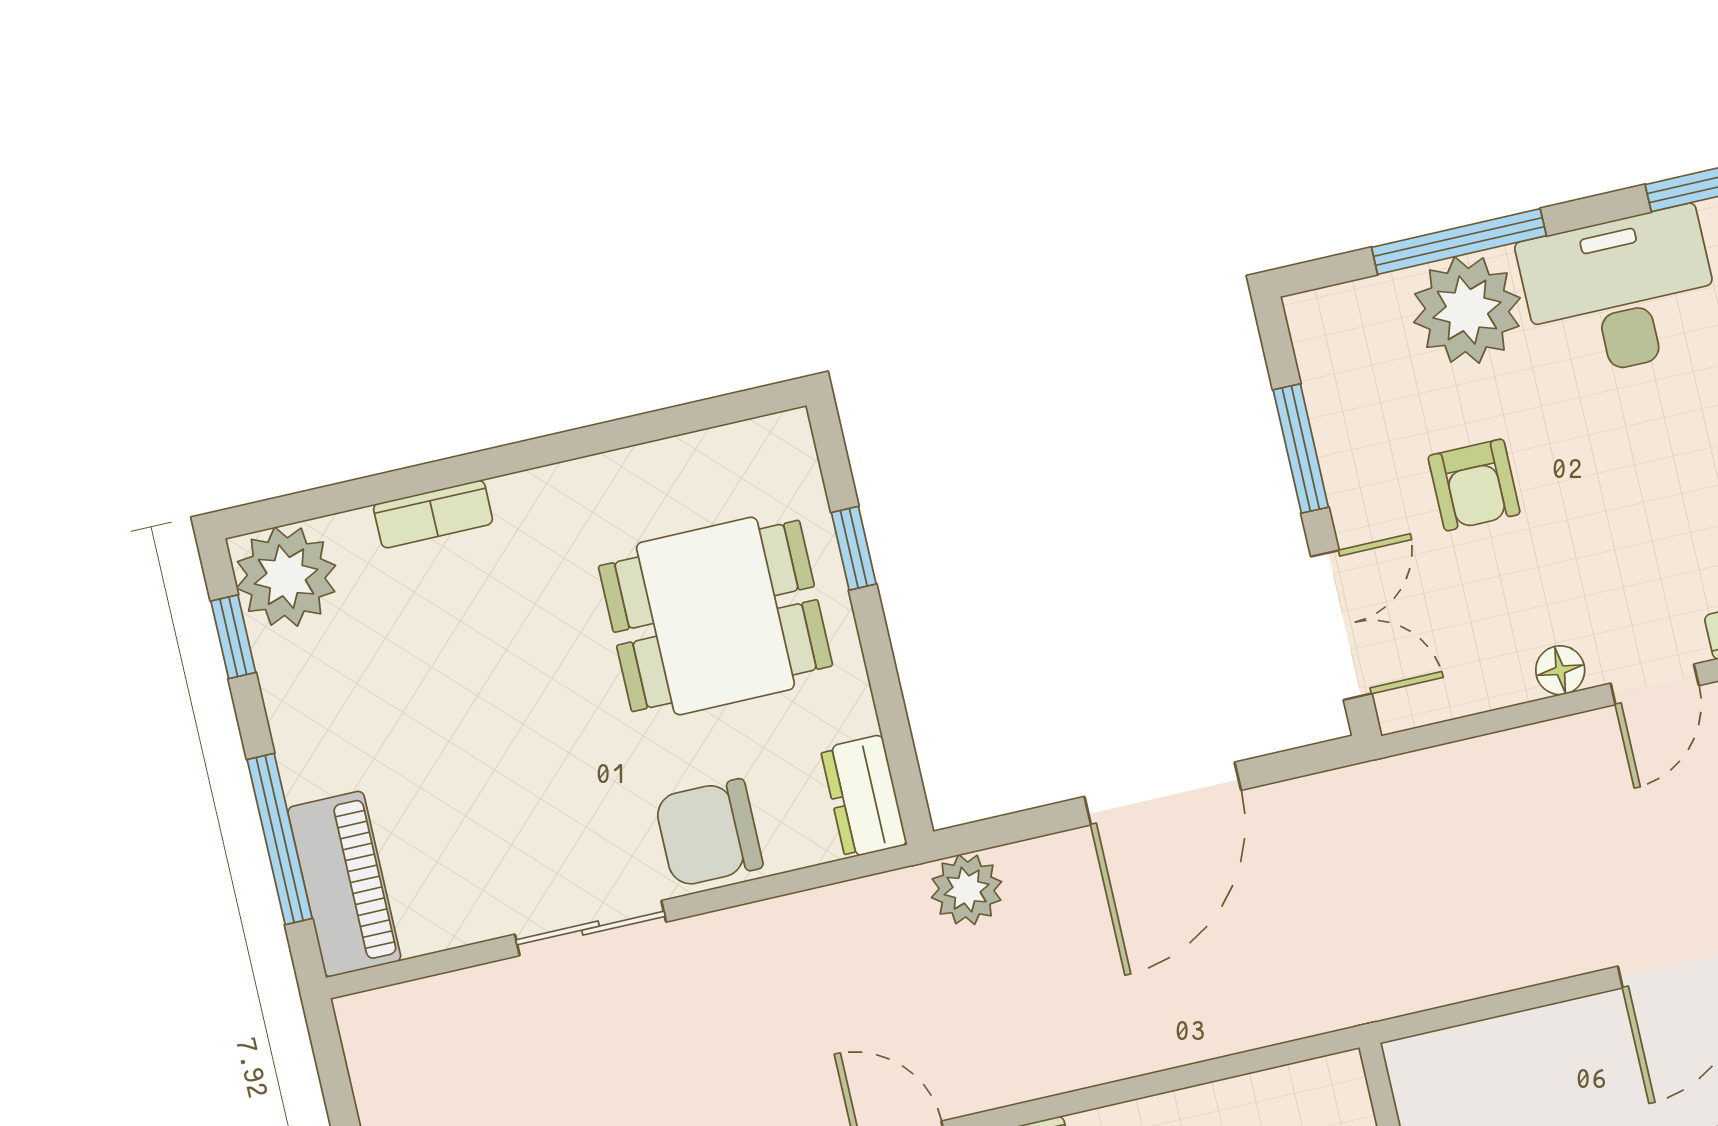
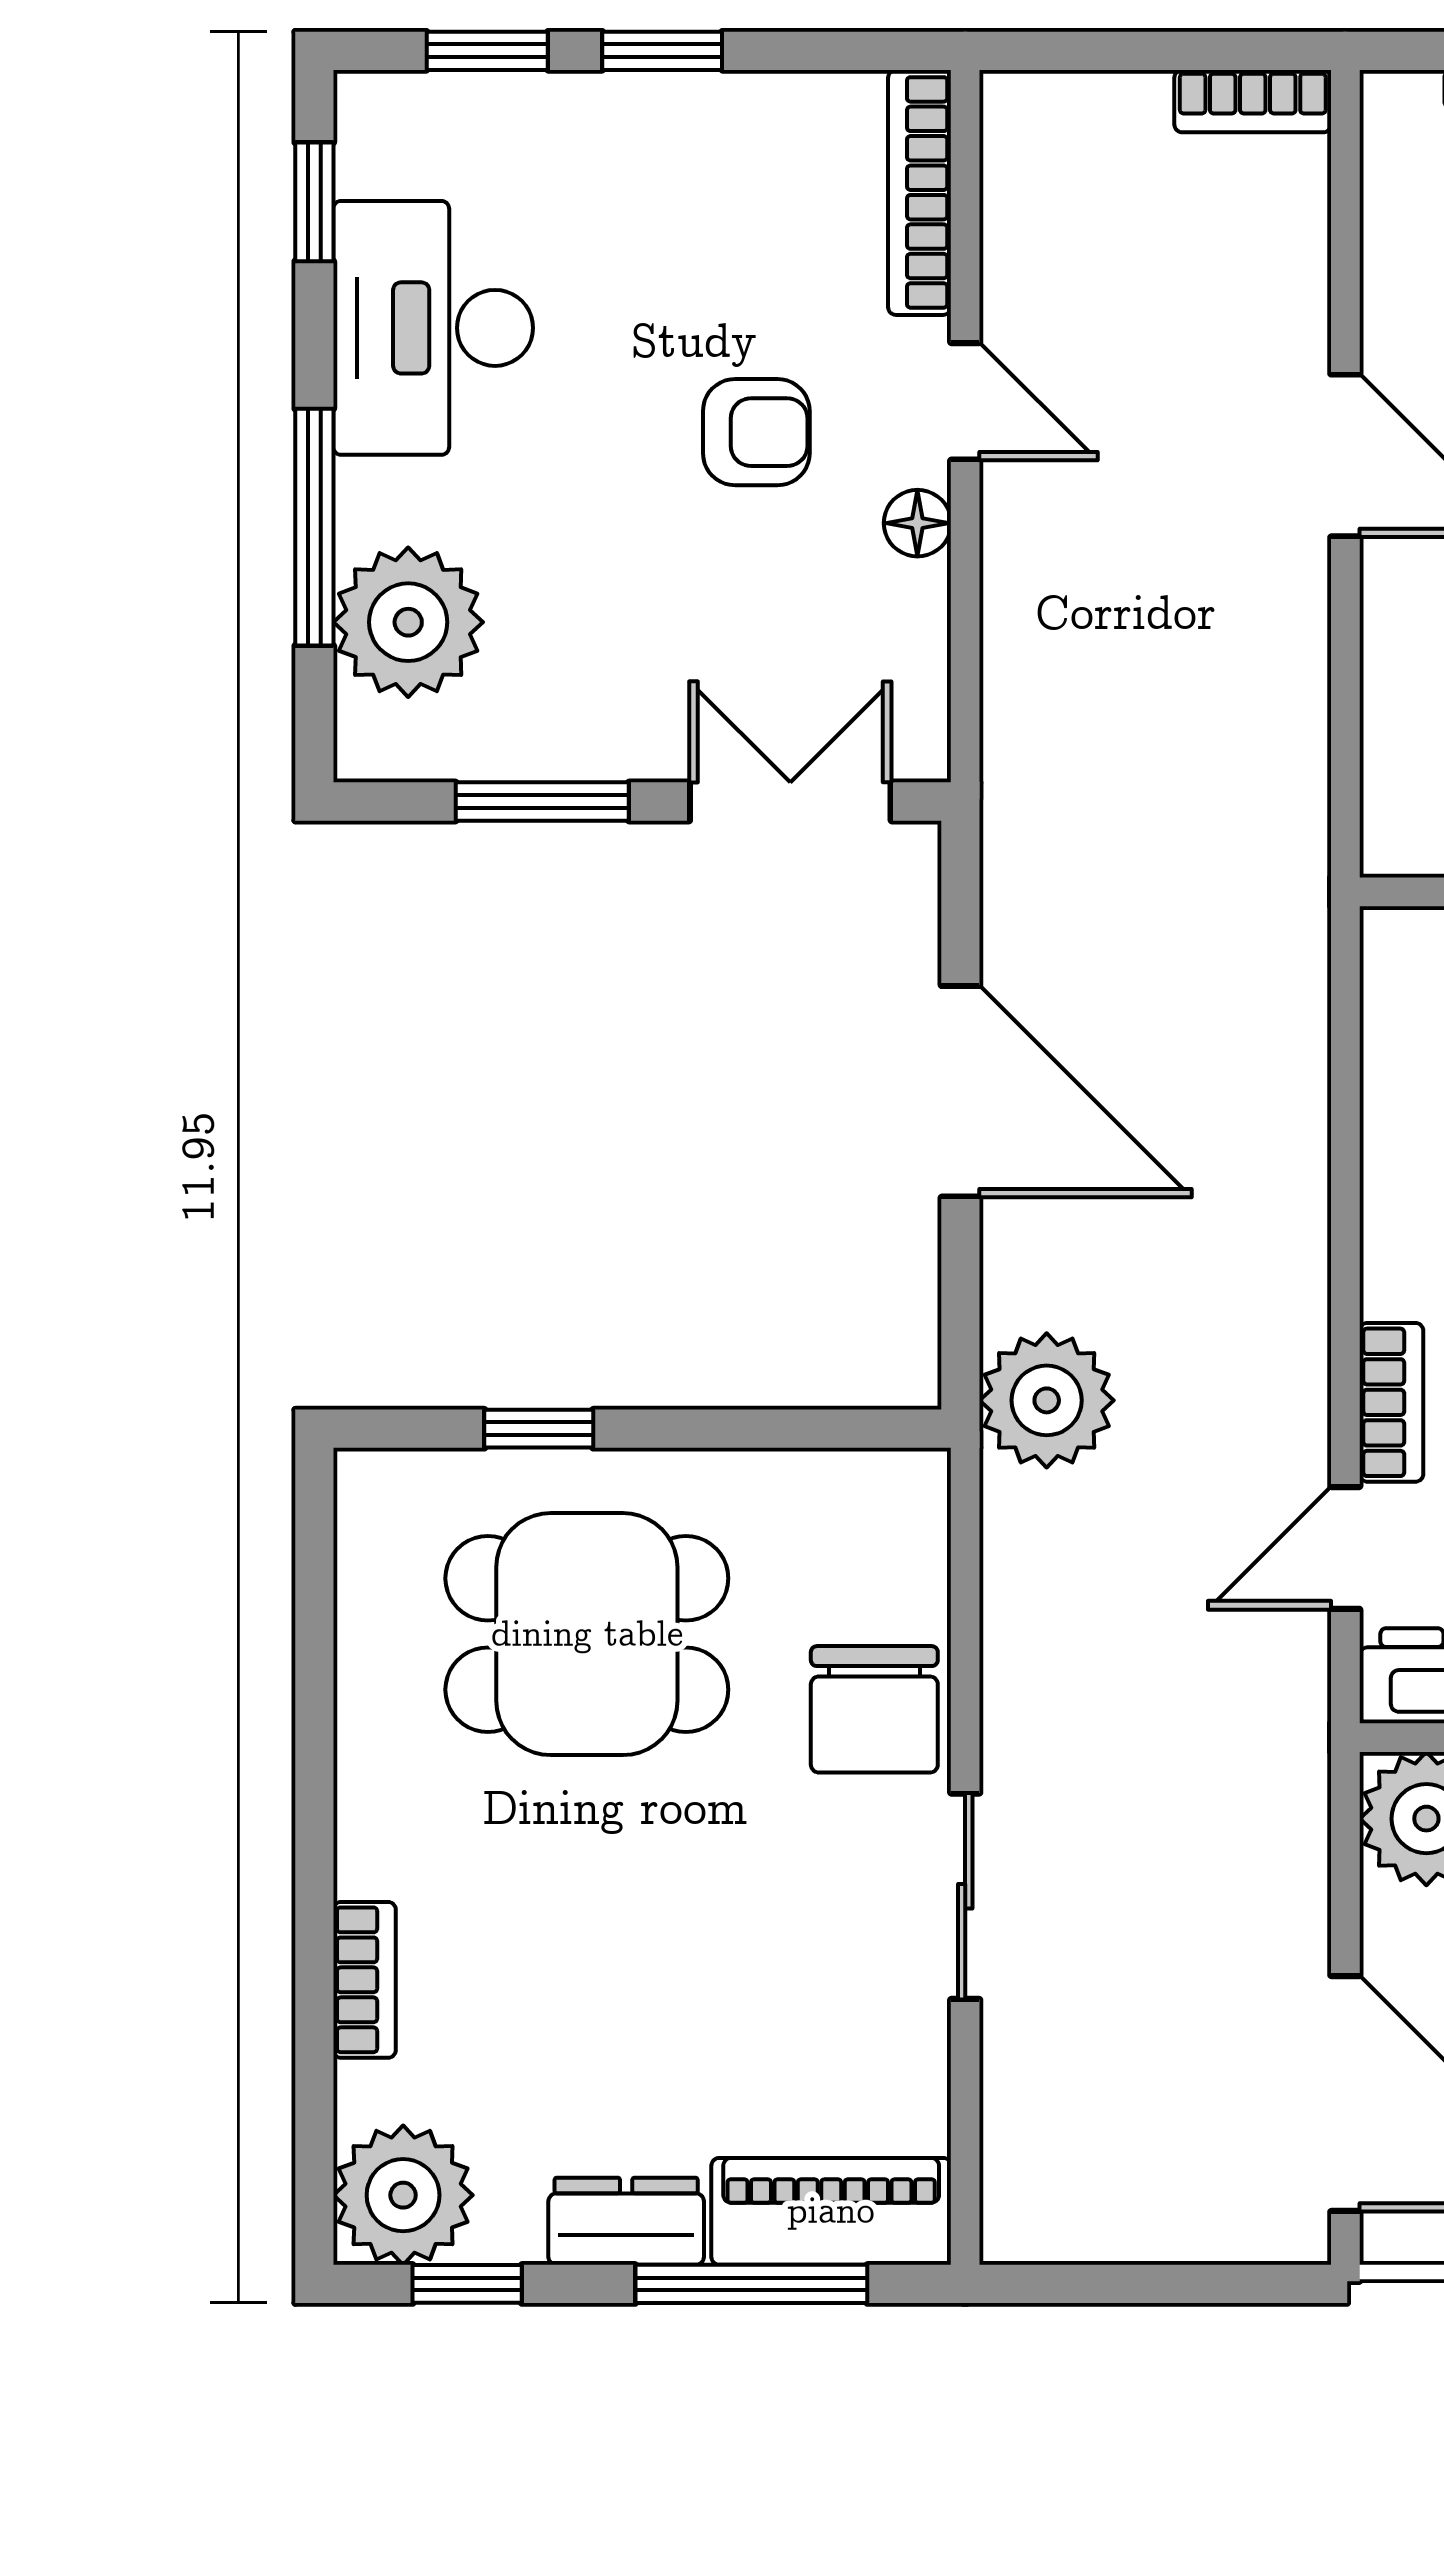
plant: (1467, 310) -> (408, 622), moved
armchair: (1474, 485) -> (756, 432), moved
dining table: (715, 616) -> (587, 1634), turned 90
dresser: (864, 797) -> (626, 2221), moved, turned 180
plant: (967, 890) -> (1047, 1400), width x1.36, depth x1.36

